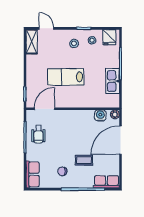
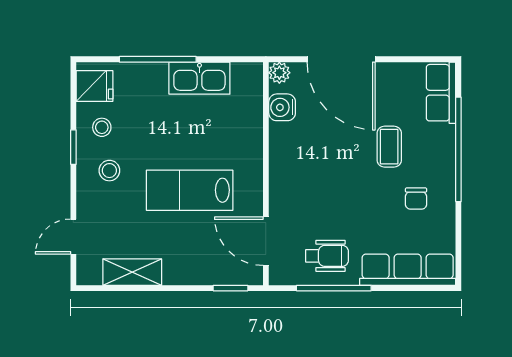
shelving: (32, 42) -> (132, 272), moved
lab bench: (66, 77) -> (190, 190), turned 90
row of seats: (33, 174) -> (408, 270), width x1.48

